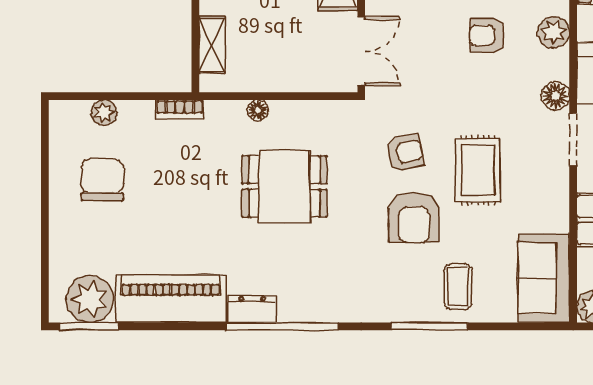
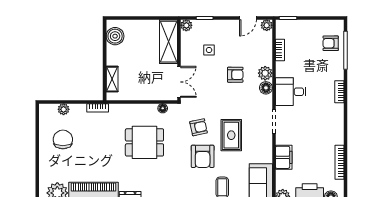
armchair: (487, 35) -> (235, 75), turned 180
floor lamp: (555, 96) -> (266, 88), moved
floor lamp: (258, 110) -> (163, 108), moved

